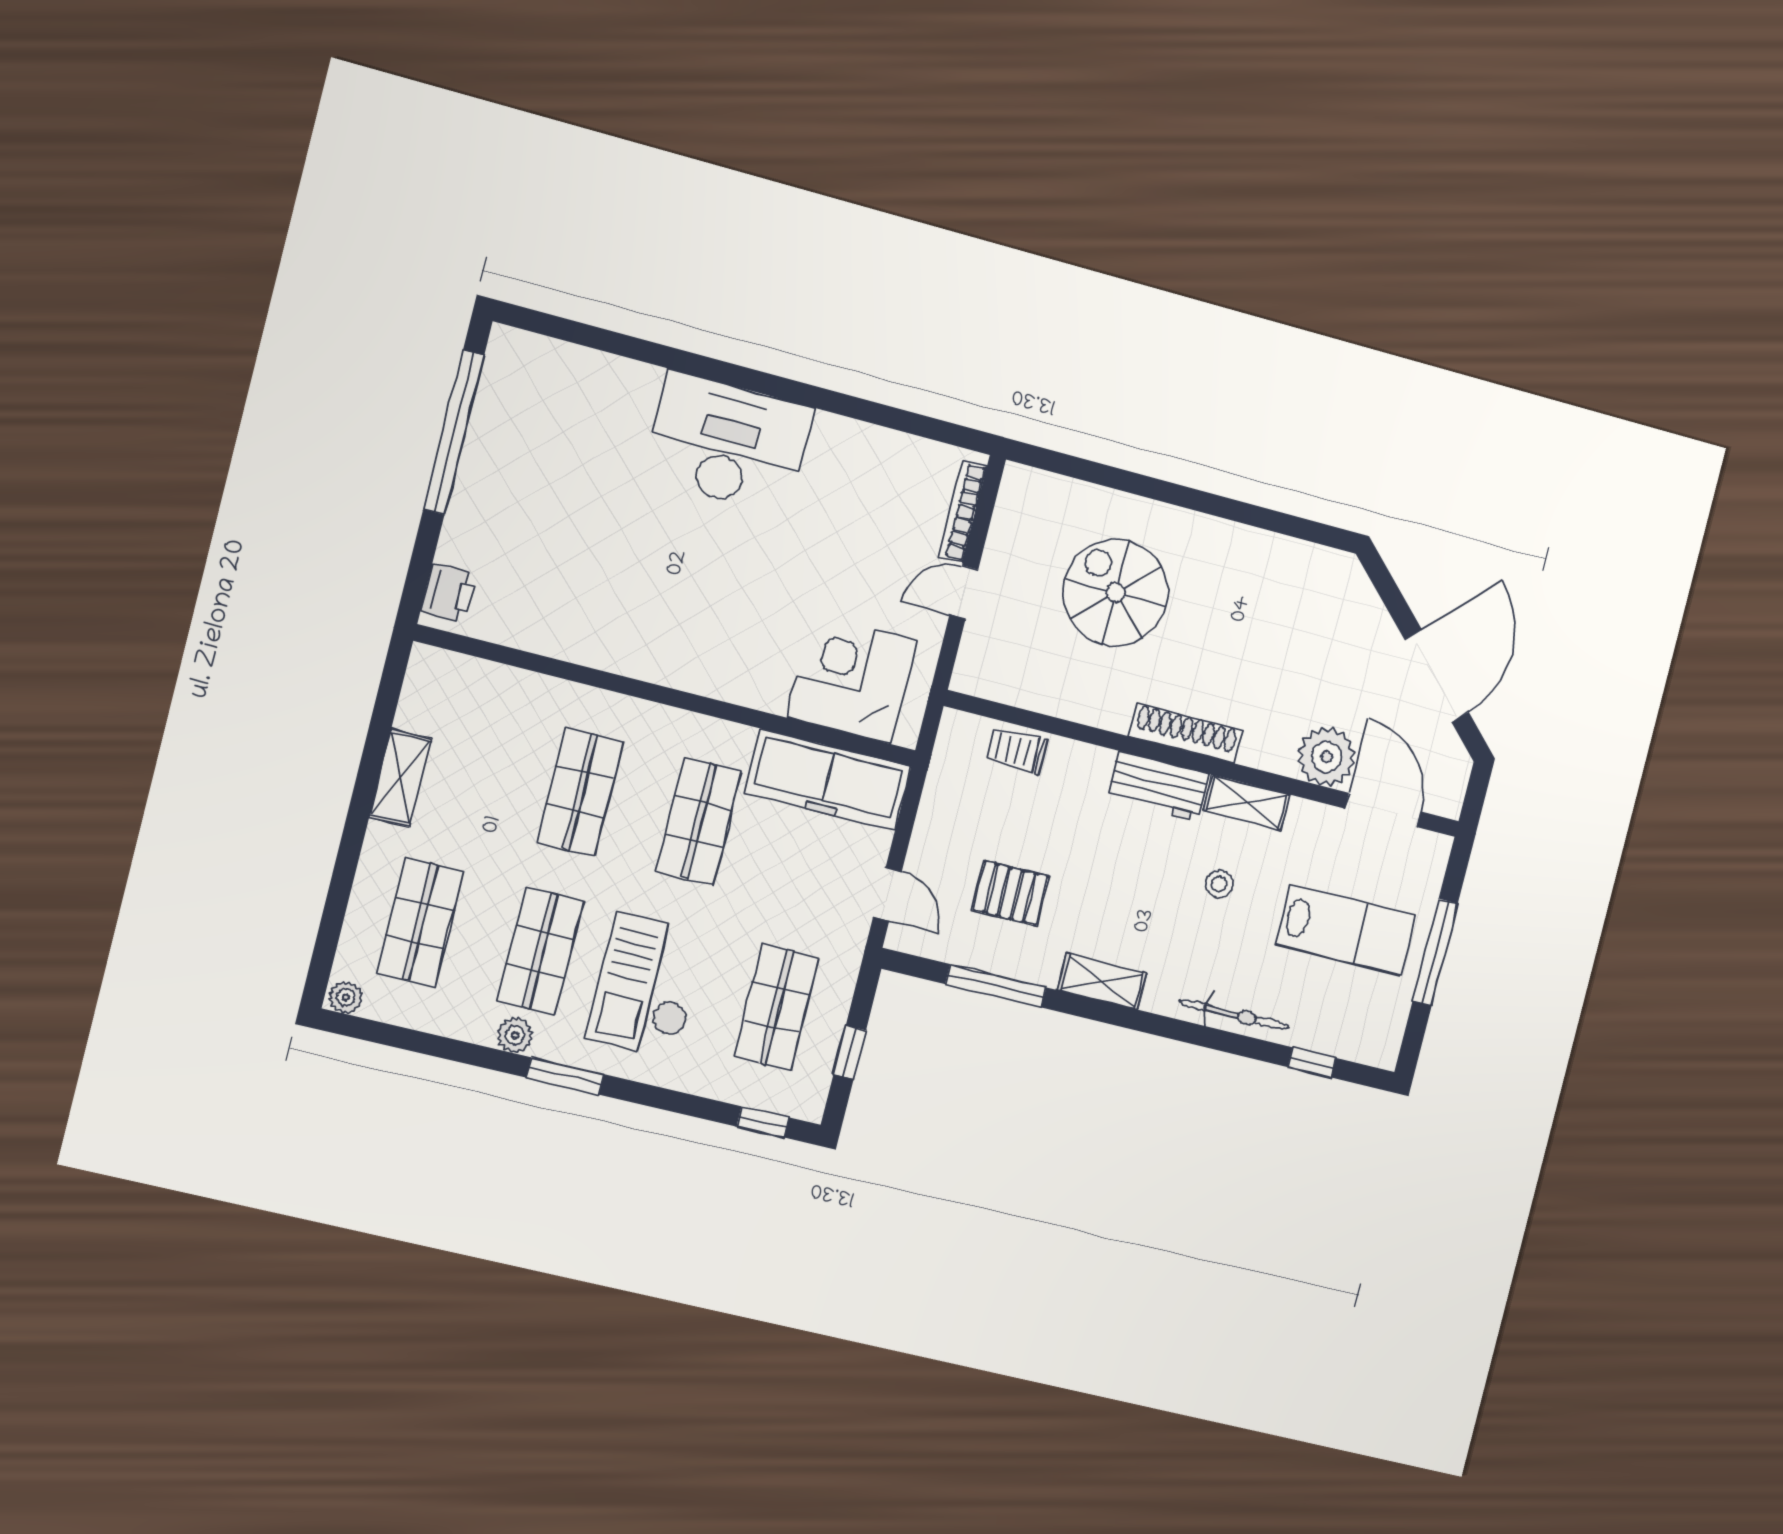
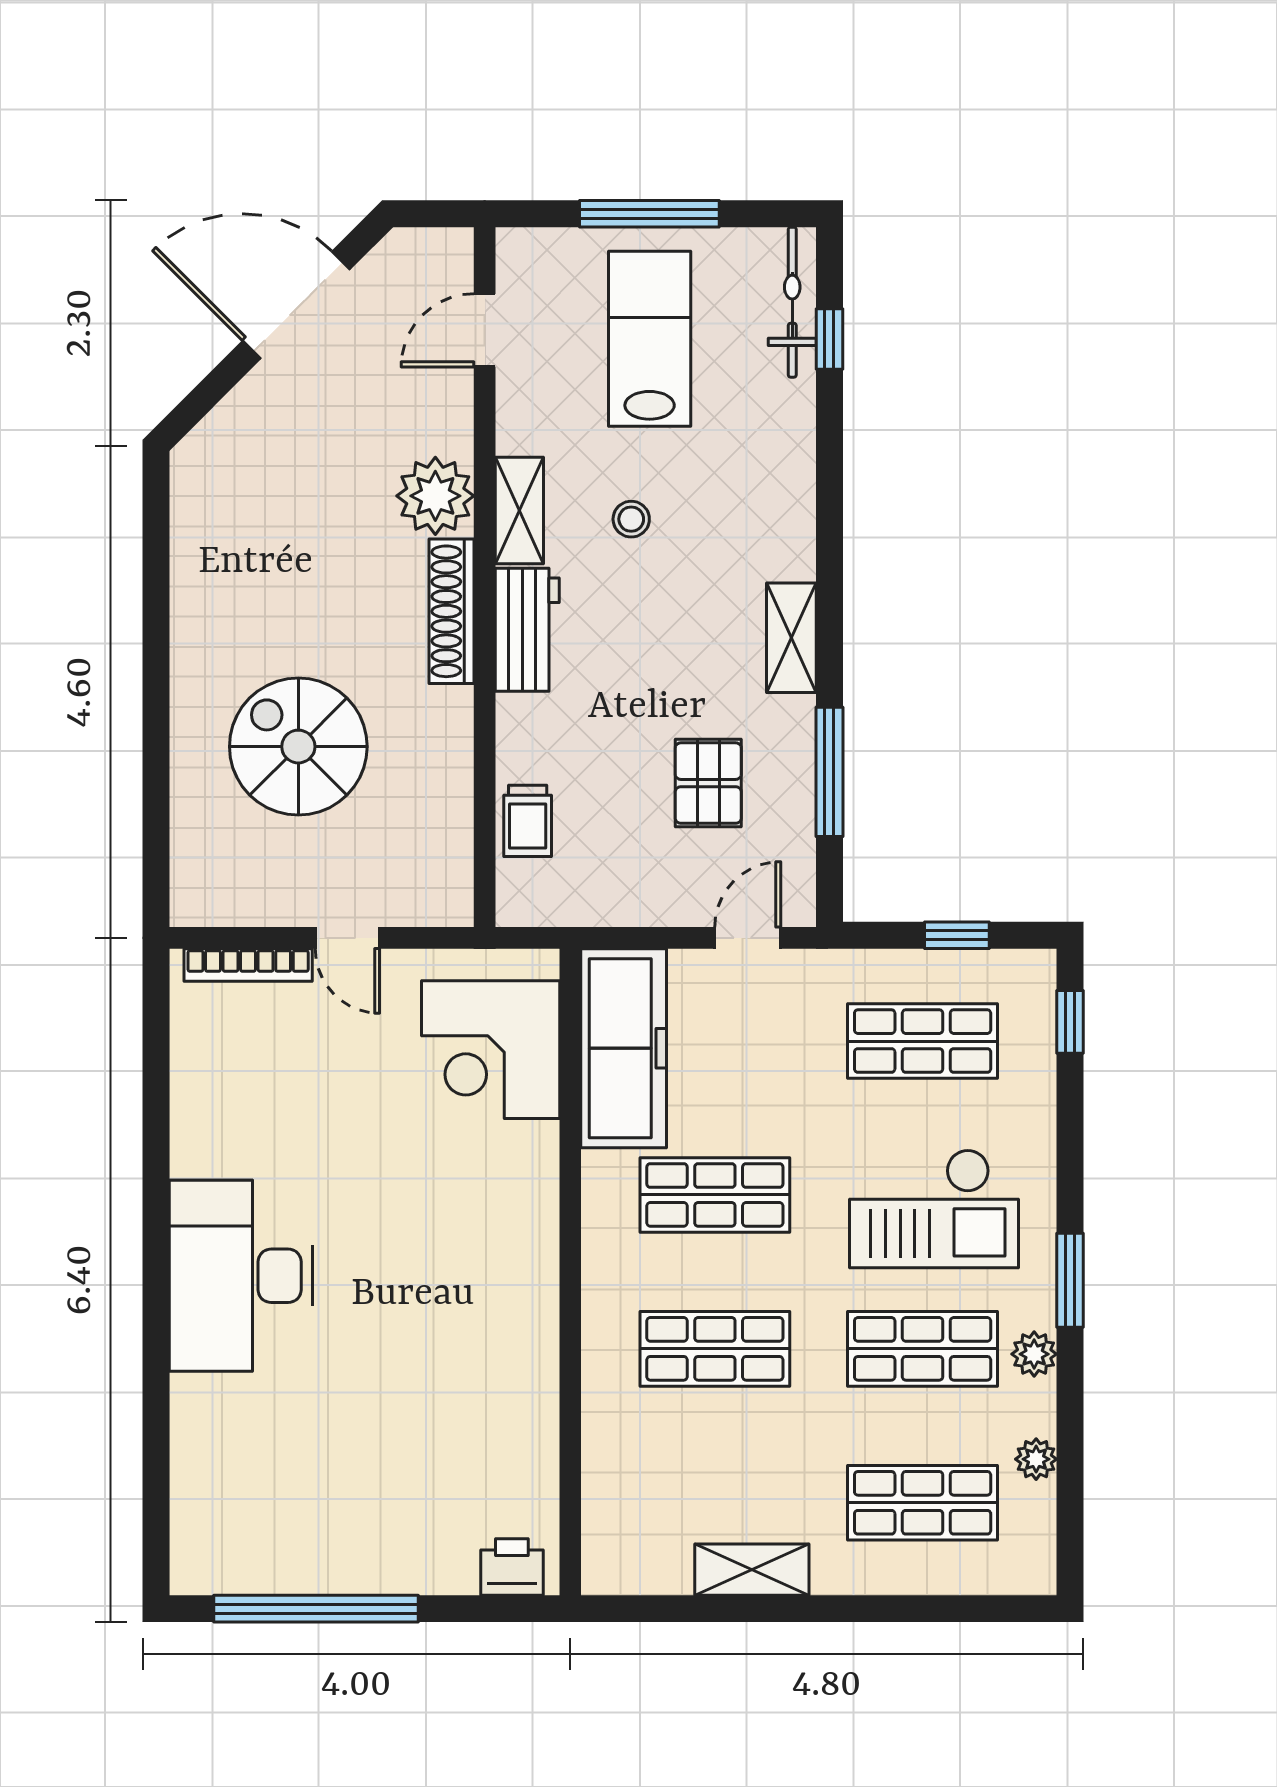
spiral stairs: (1116, 593) -> (298, 747), turned 90
plant: (1327, 757) -> (435, 496), moved
door: (1383, 810) -> (485, 330), width x0.73
plant: (346, 997) -> (1036, 1459), moved
bicycle: (1234, 1014) -> (792, 302), moved

